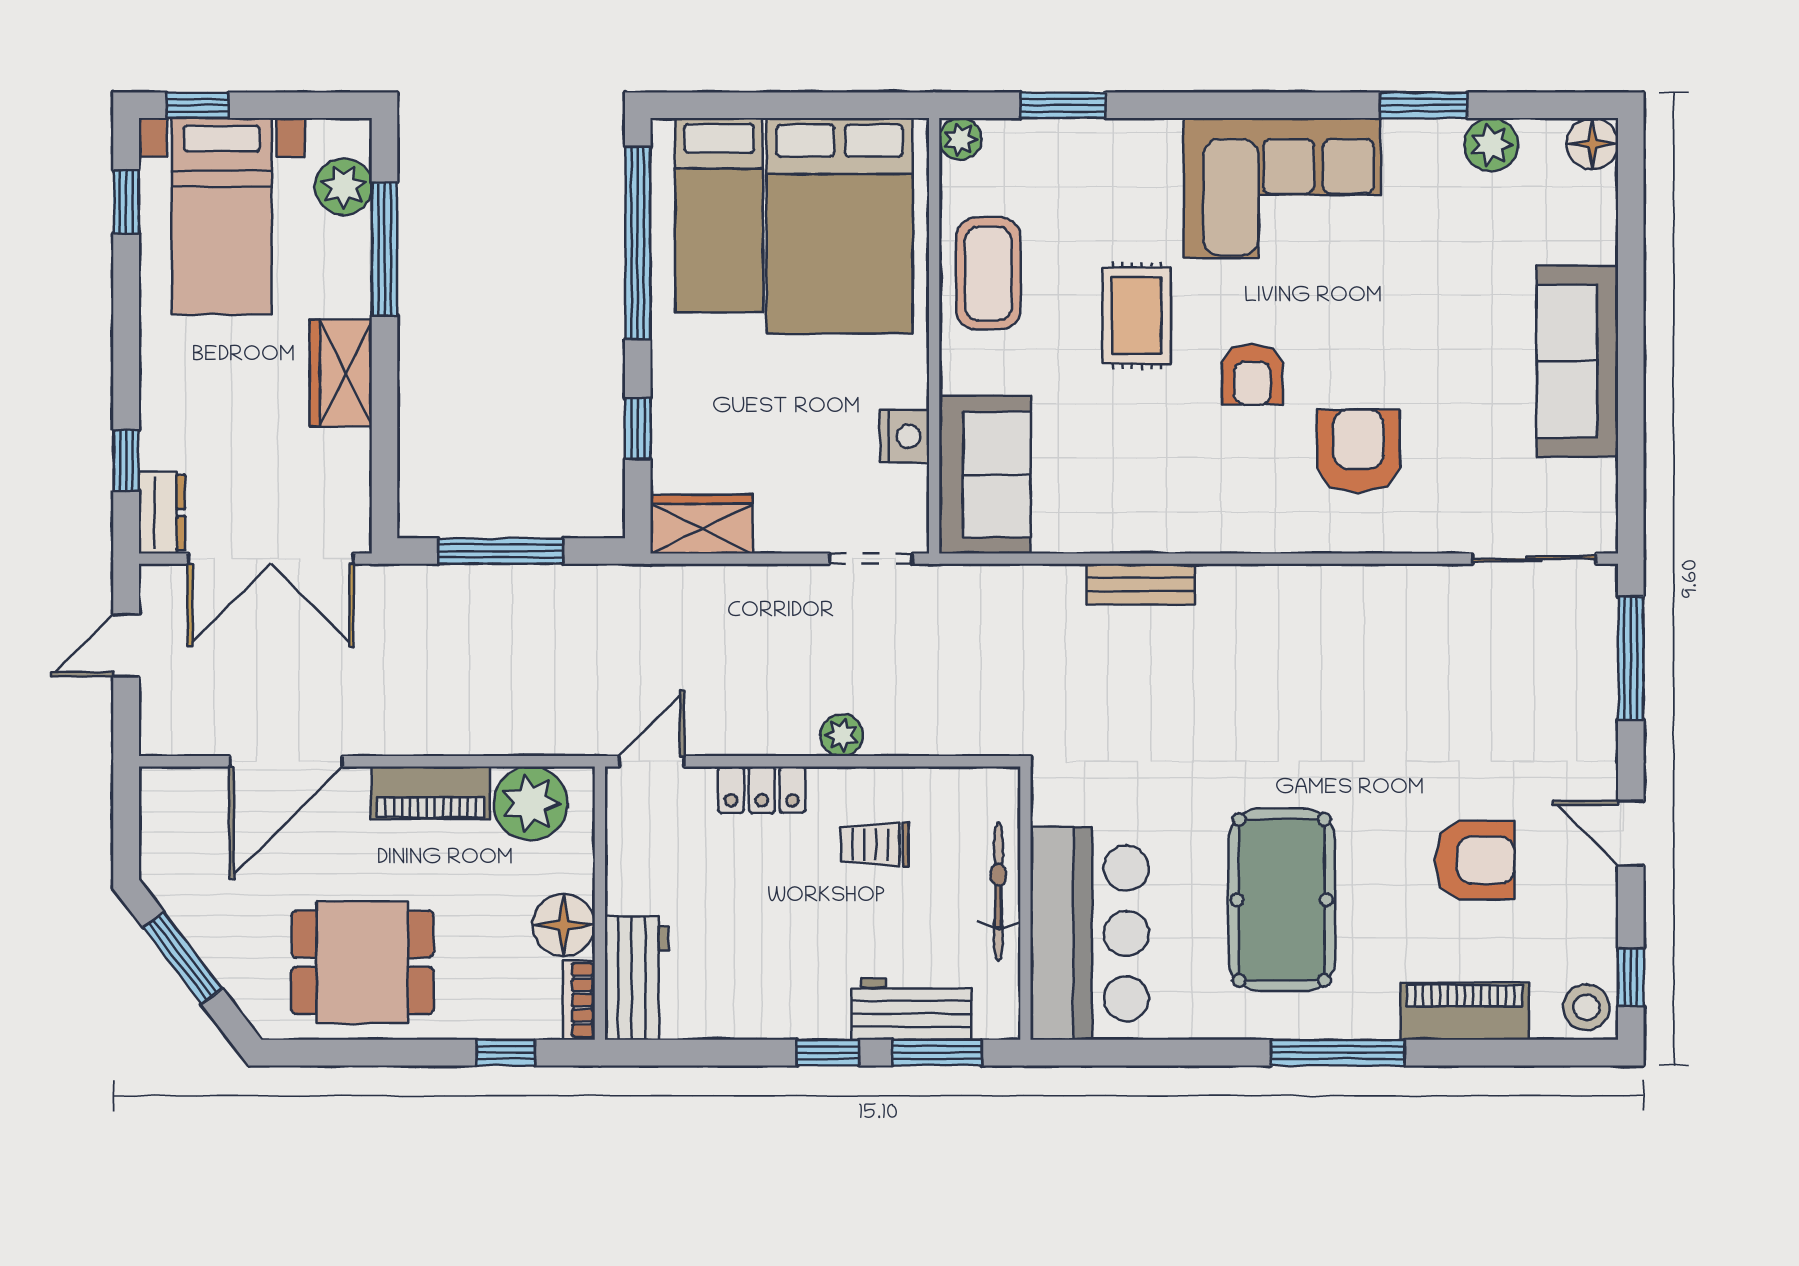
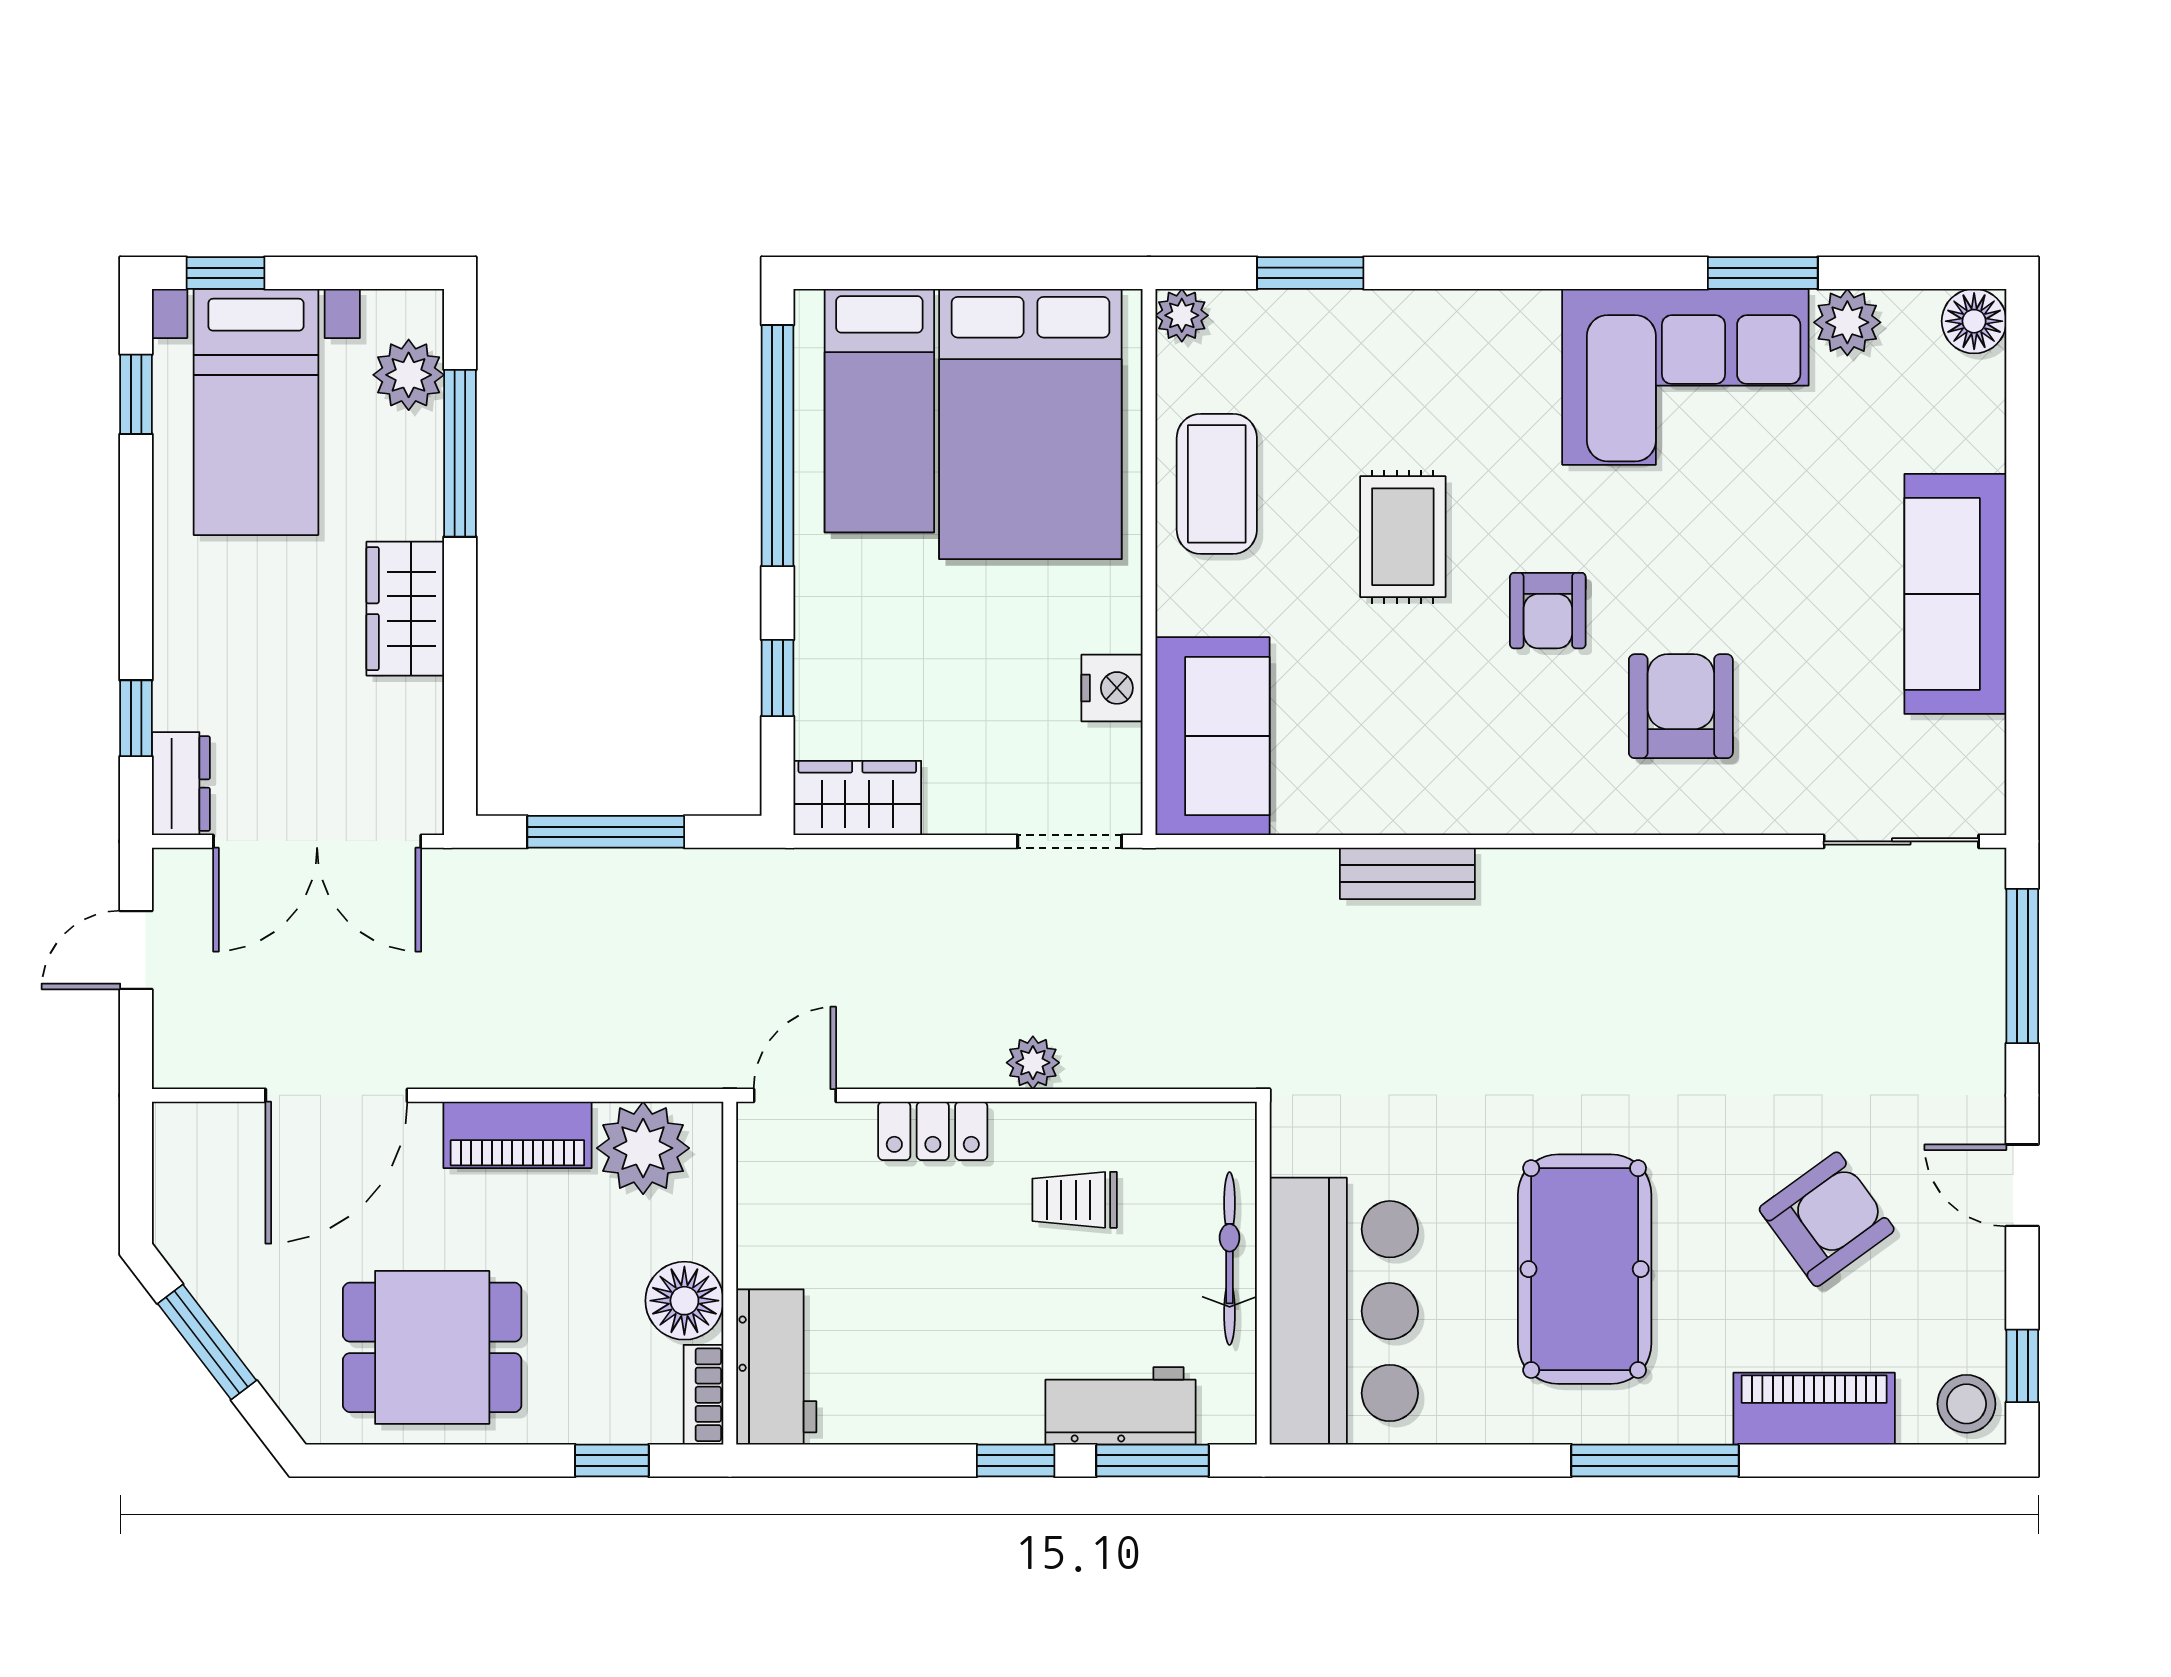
corner sofa: (1282, 188) -> (1685, 377), moved
armchair: (1475, 860) -> (1827, 1219), turned -36

